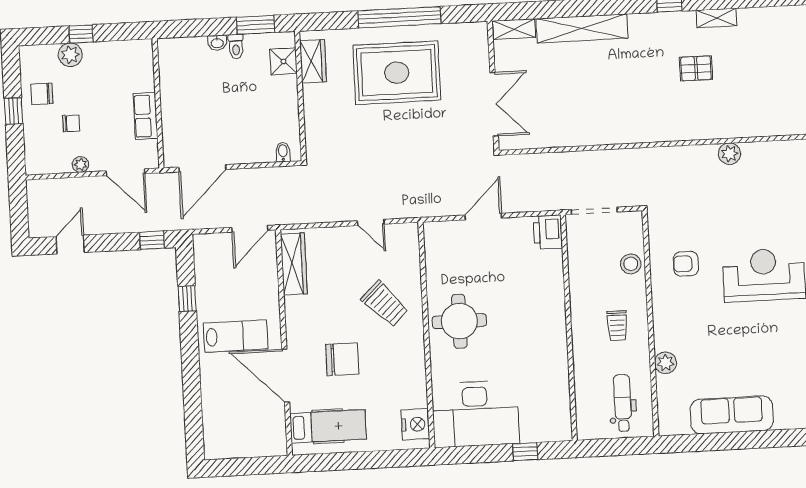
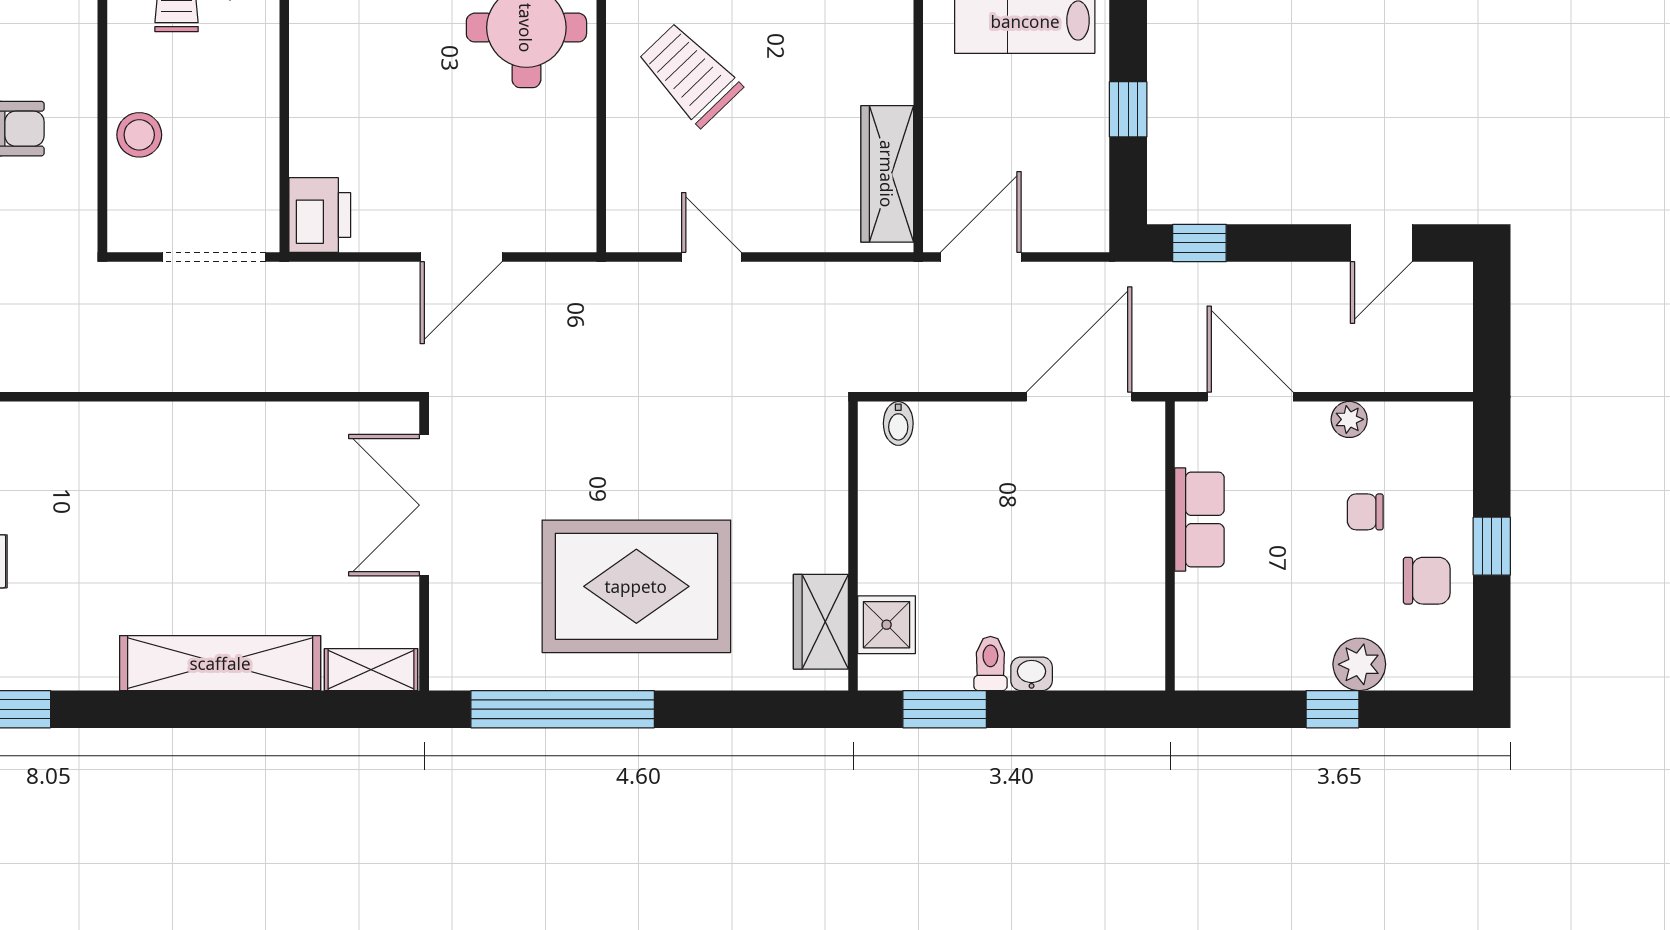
window: (399, 17) -> (563, 709), moved

